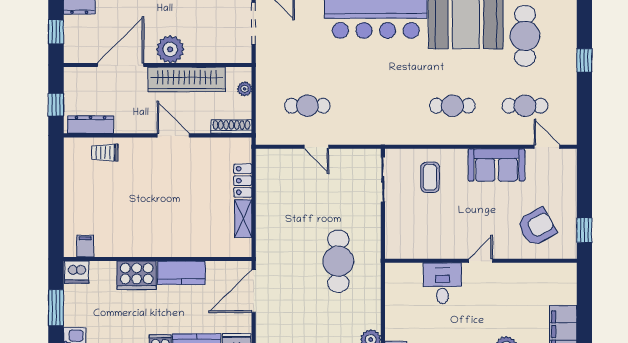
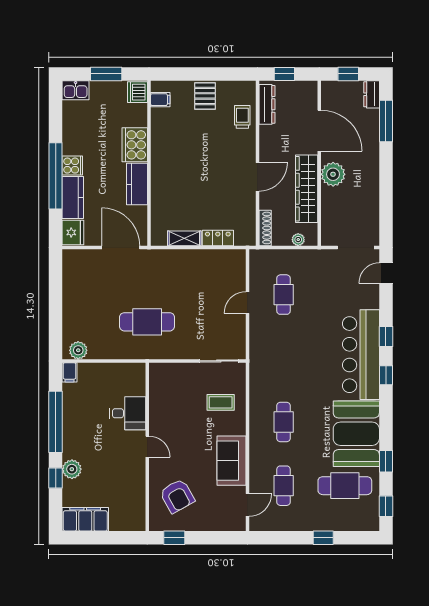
pallet: (81, 195) -> (205, 96), added

